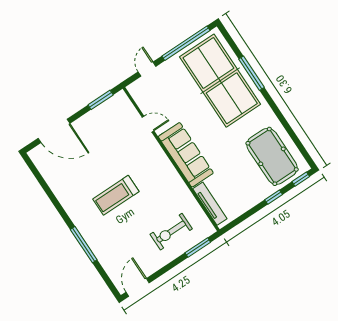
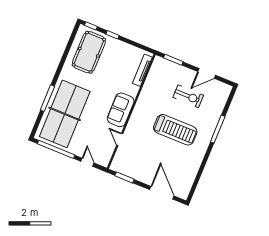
door: (147, 69) -> (87, 162), swing flipped
sofa: (186, 155) -> (121, 110), width x0.73
treadmill: (116, 195) -> (175, 130), width x1.37, depth x1.38
exercise bike: (171, 232) -> (188, 96), moved
door: (138, 287) -> (207, 73), moved

